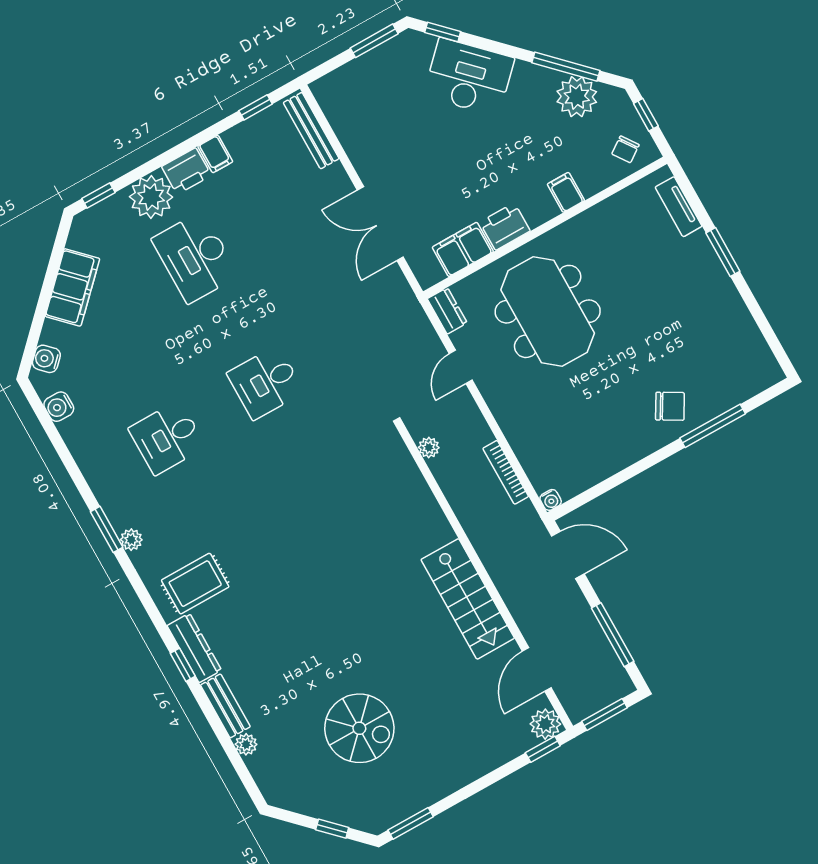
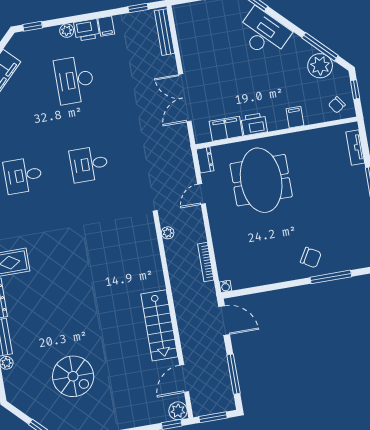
plant: (151, 197) -> (67, 31), width x0.53, depth x0.53

